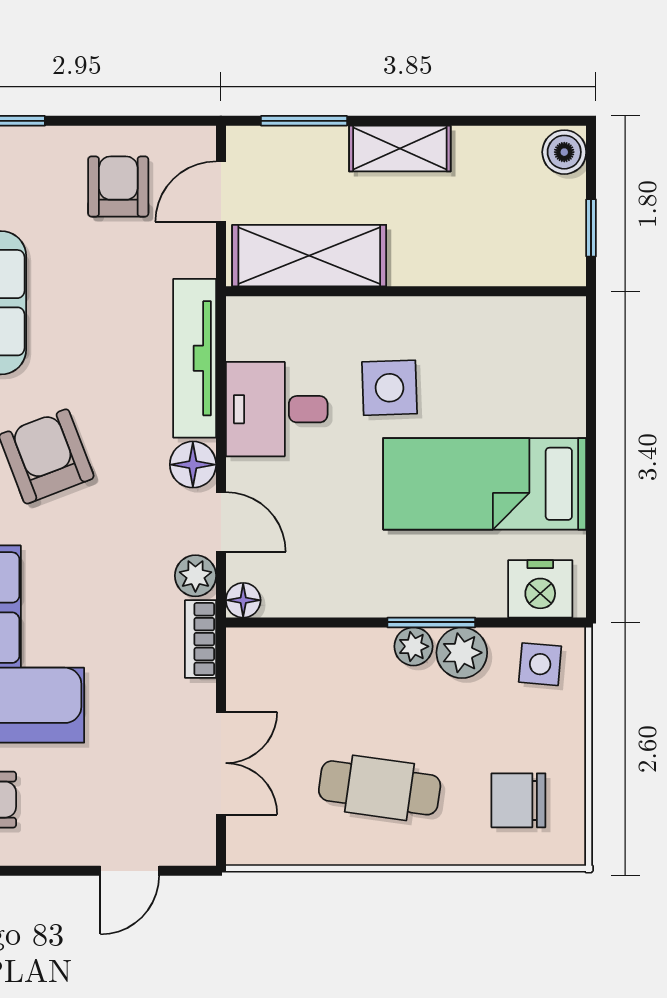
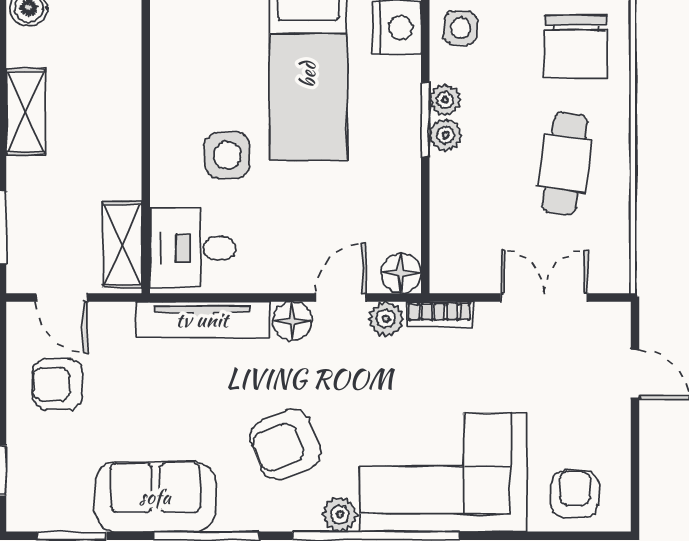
shelving: (400, 149) -> (25, 112), moved
shelving: (309, 256) -> (122, 245), width x0.67, depth x0.75
desk: (277, 409) -> (193, 248), moved, turned 90
floor lamp: (243, 600) -> (401, 273), width x1.37, depth x1.37
plant: (462, 653) -> (445, 100), width x0.73, depth x0.73
chair: (518, 800) -> (575, 46), width x1.37, depth x1.37

